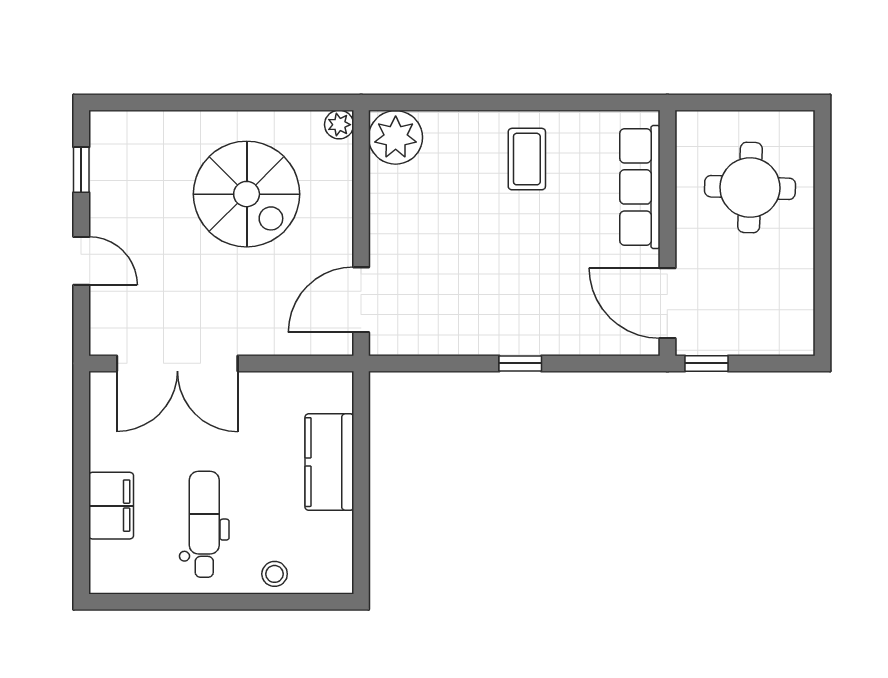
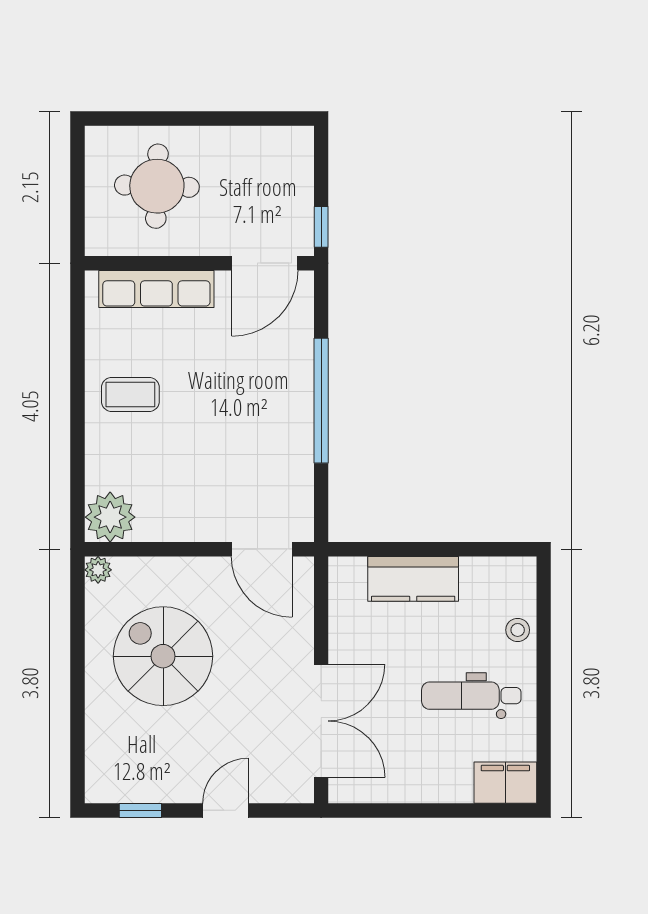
spiral stairs: (247, 194) -> (163, 656), turned -90
window: (520, 363) -> (321, 401), width x3.17
filing cabinet: (111, 506) -> (505, 783), moved

